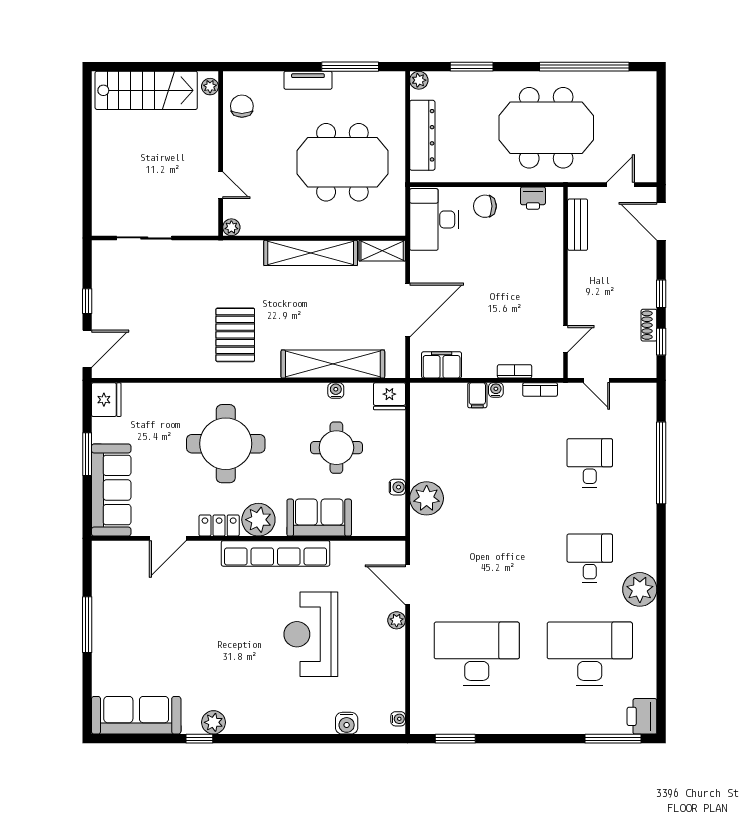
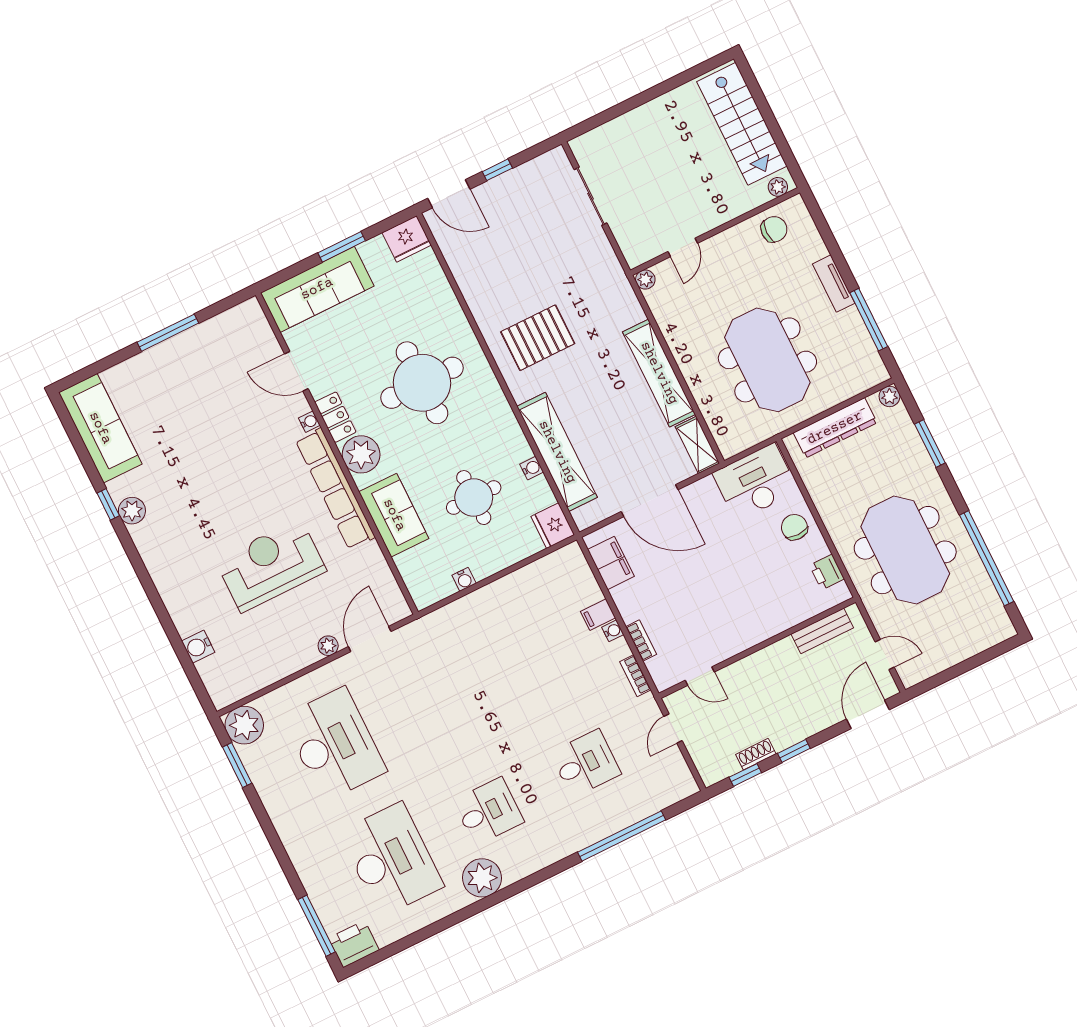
plant: (427, 498) -> (244, 725), moved
water cooler: (398, 719) -> (309, 422), moved, turned -90

